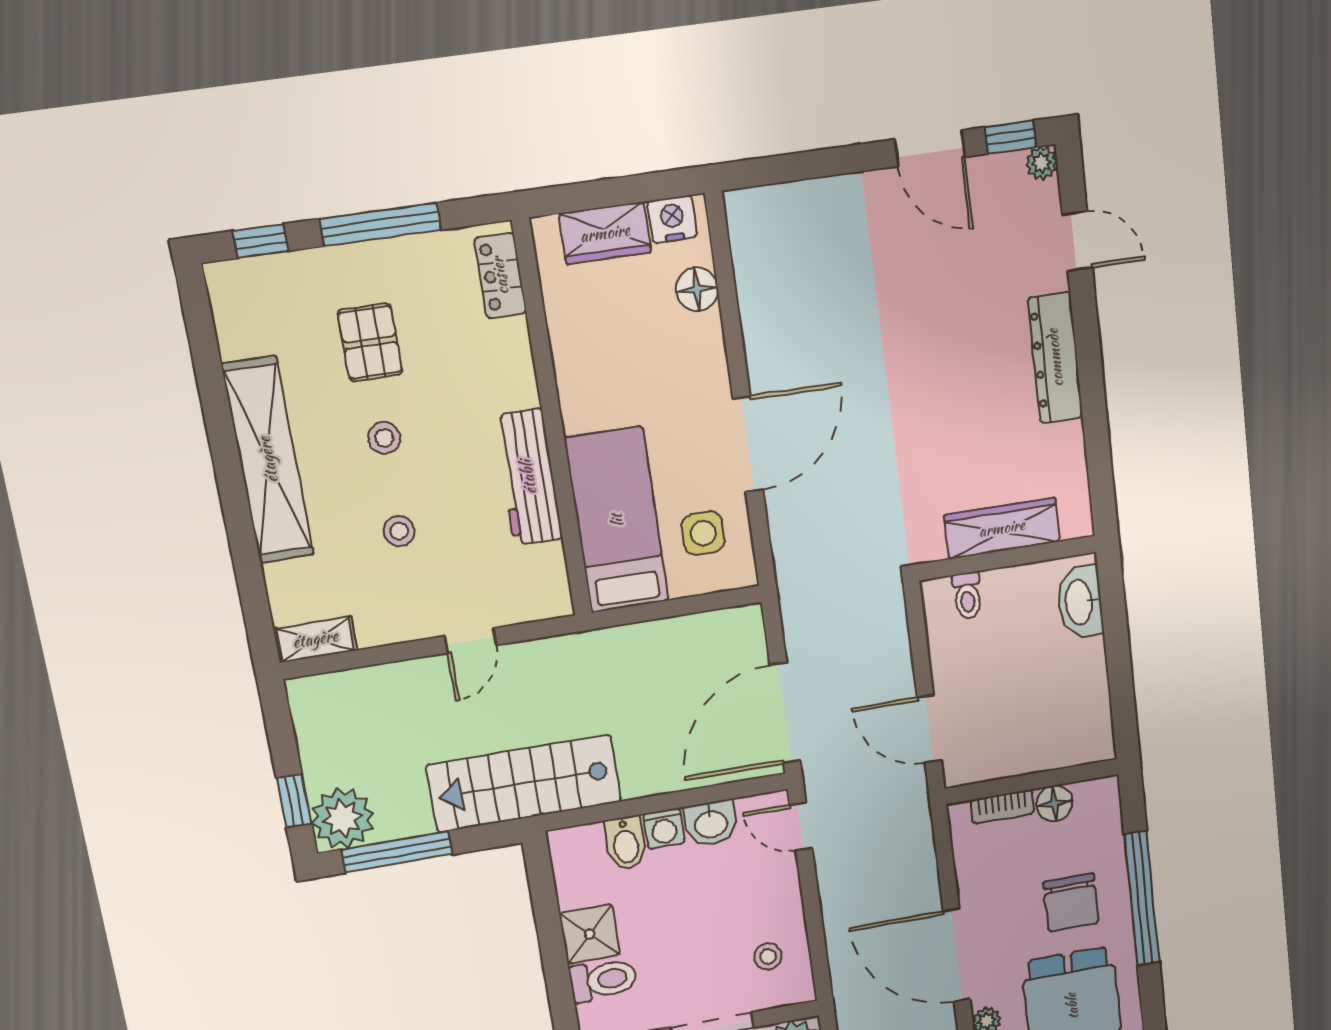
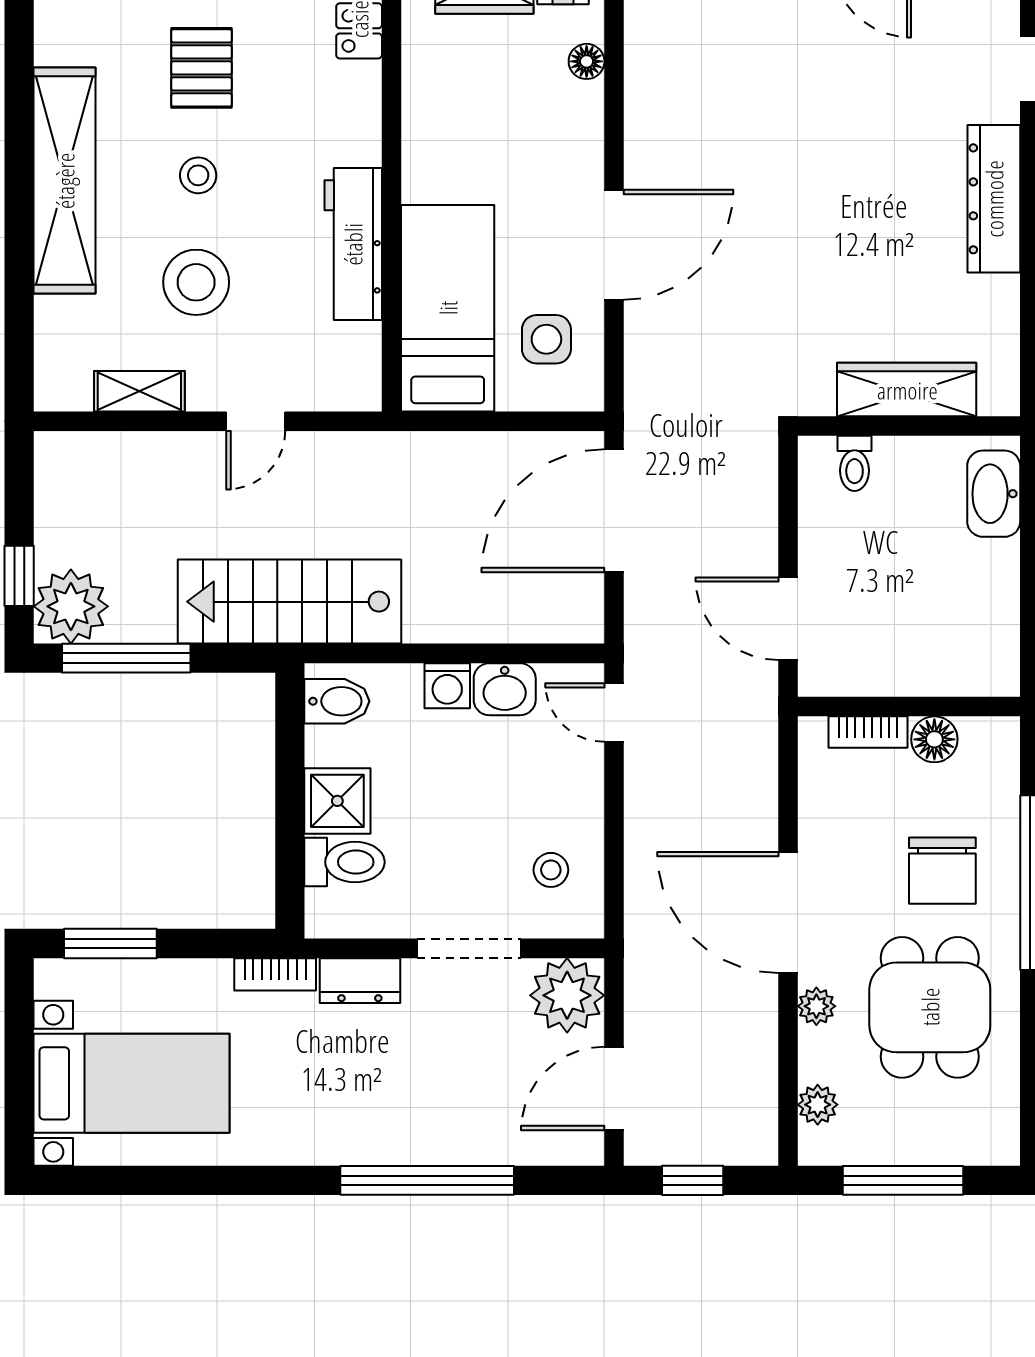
floor lamp: (697, 289) -> (587, 61), width x0.73, depth x0.73
stool: (399, 531) -> (196, 282), width x1.89, depth x1.89
shelving: (315, 639) -> (139, 391), moved
door: (785, 713) -> (614, 511), moved
bidet: (626, 843) -> (337, 701), moved, turned -90

